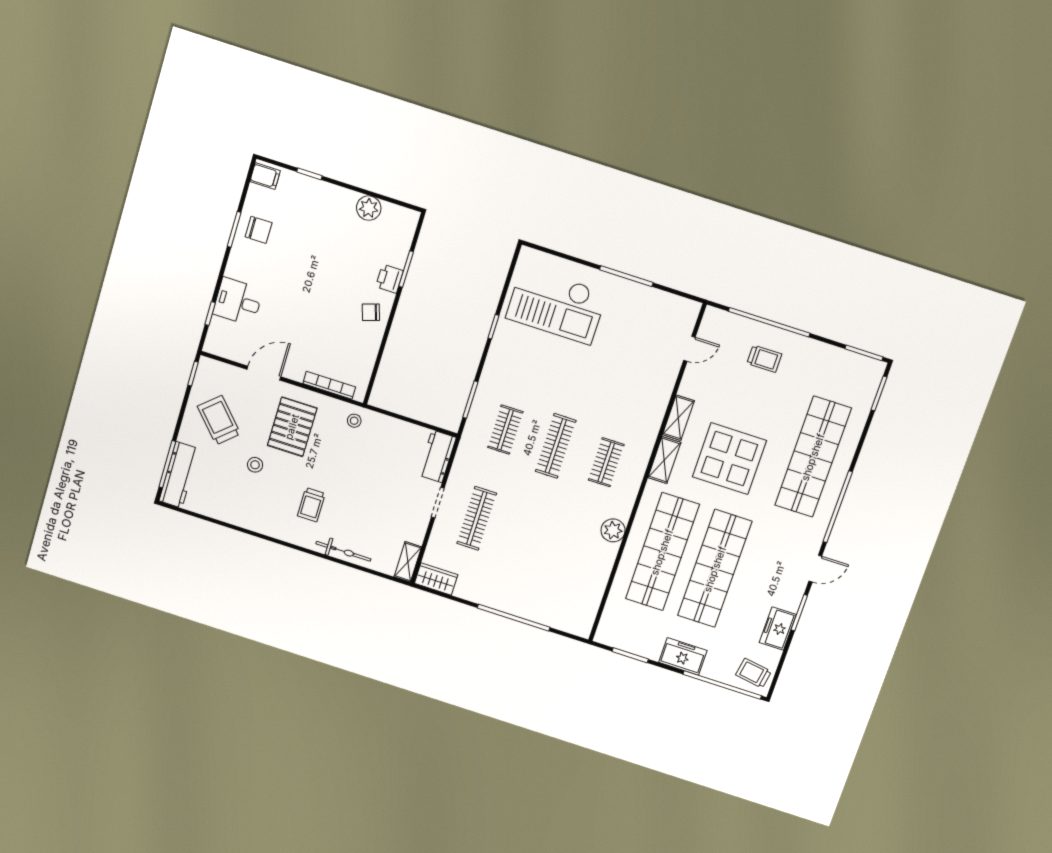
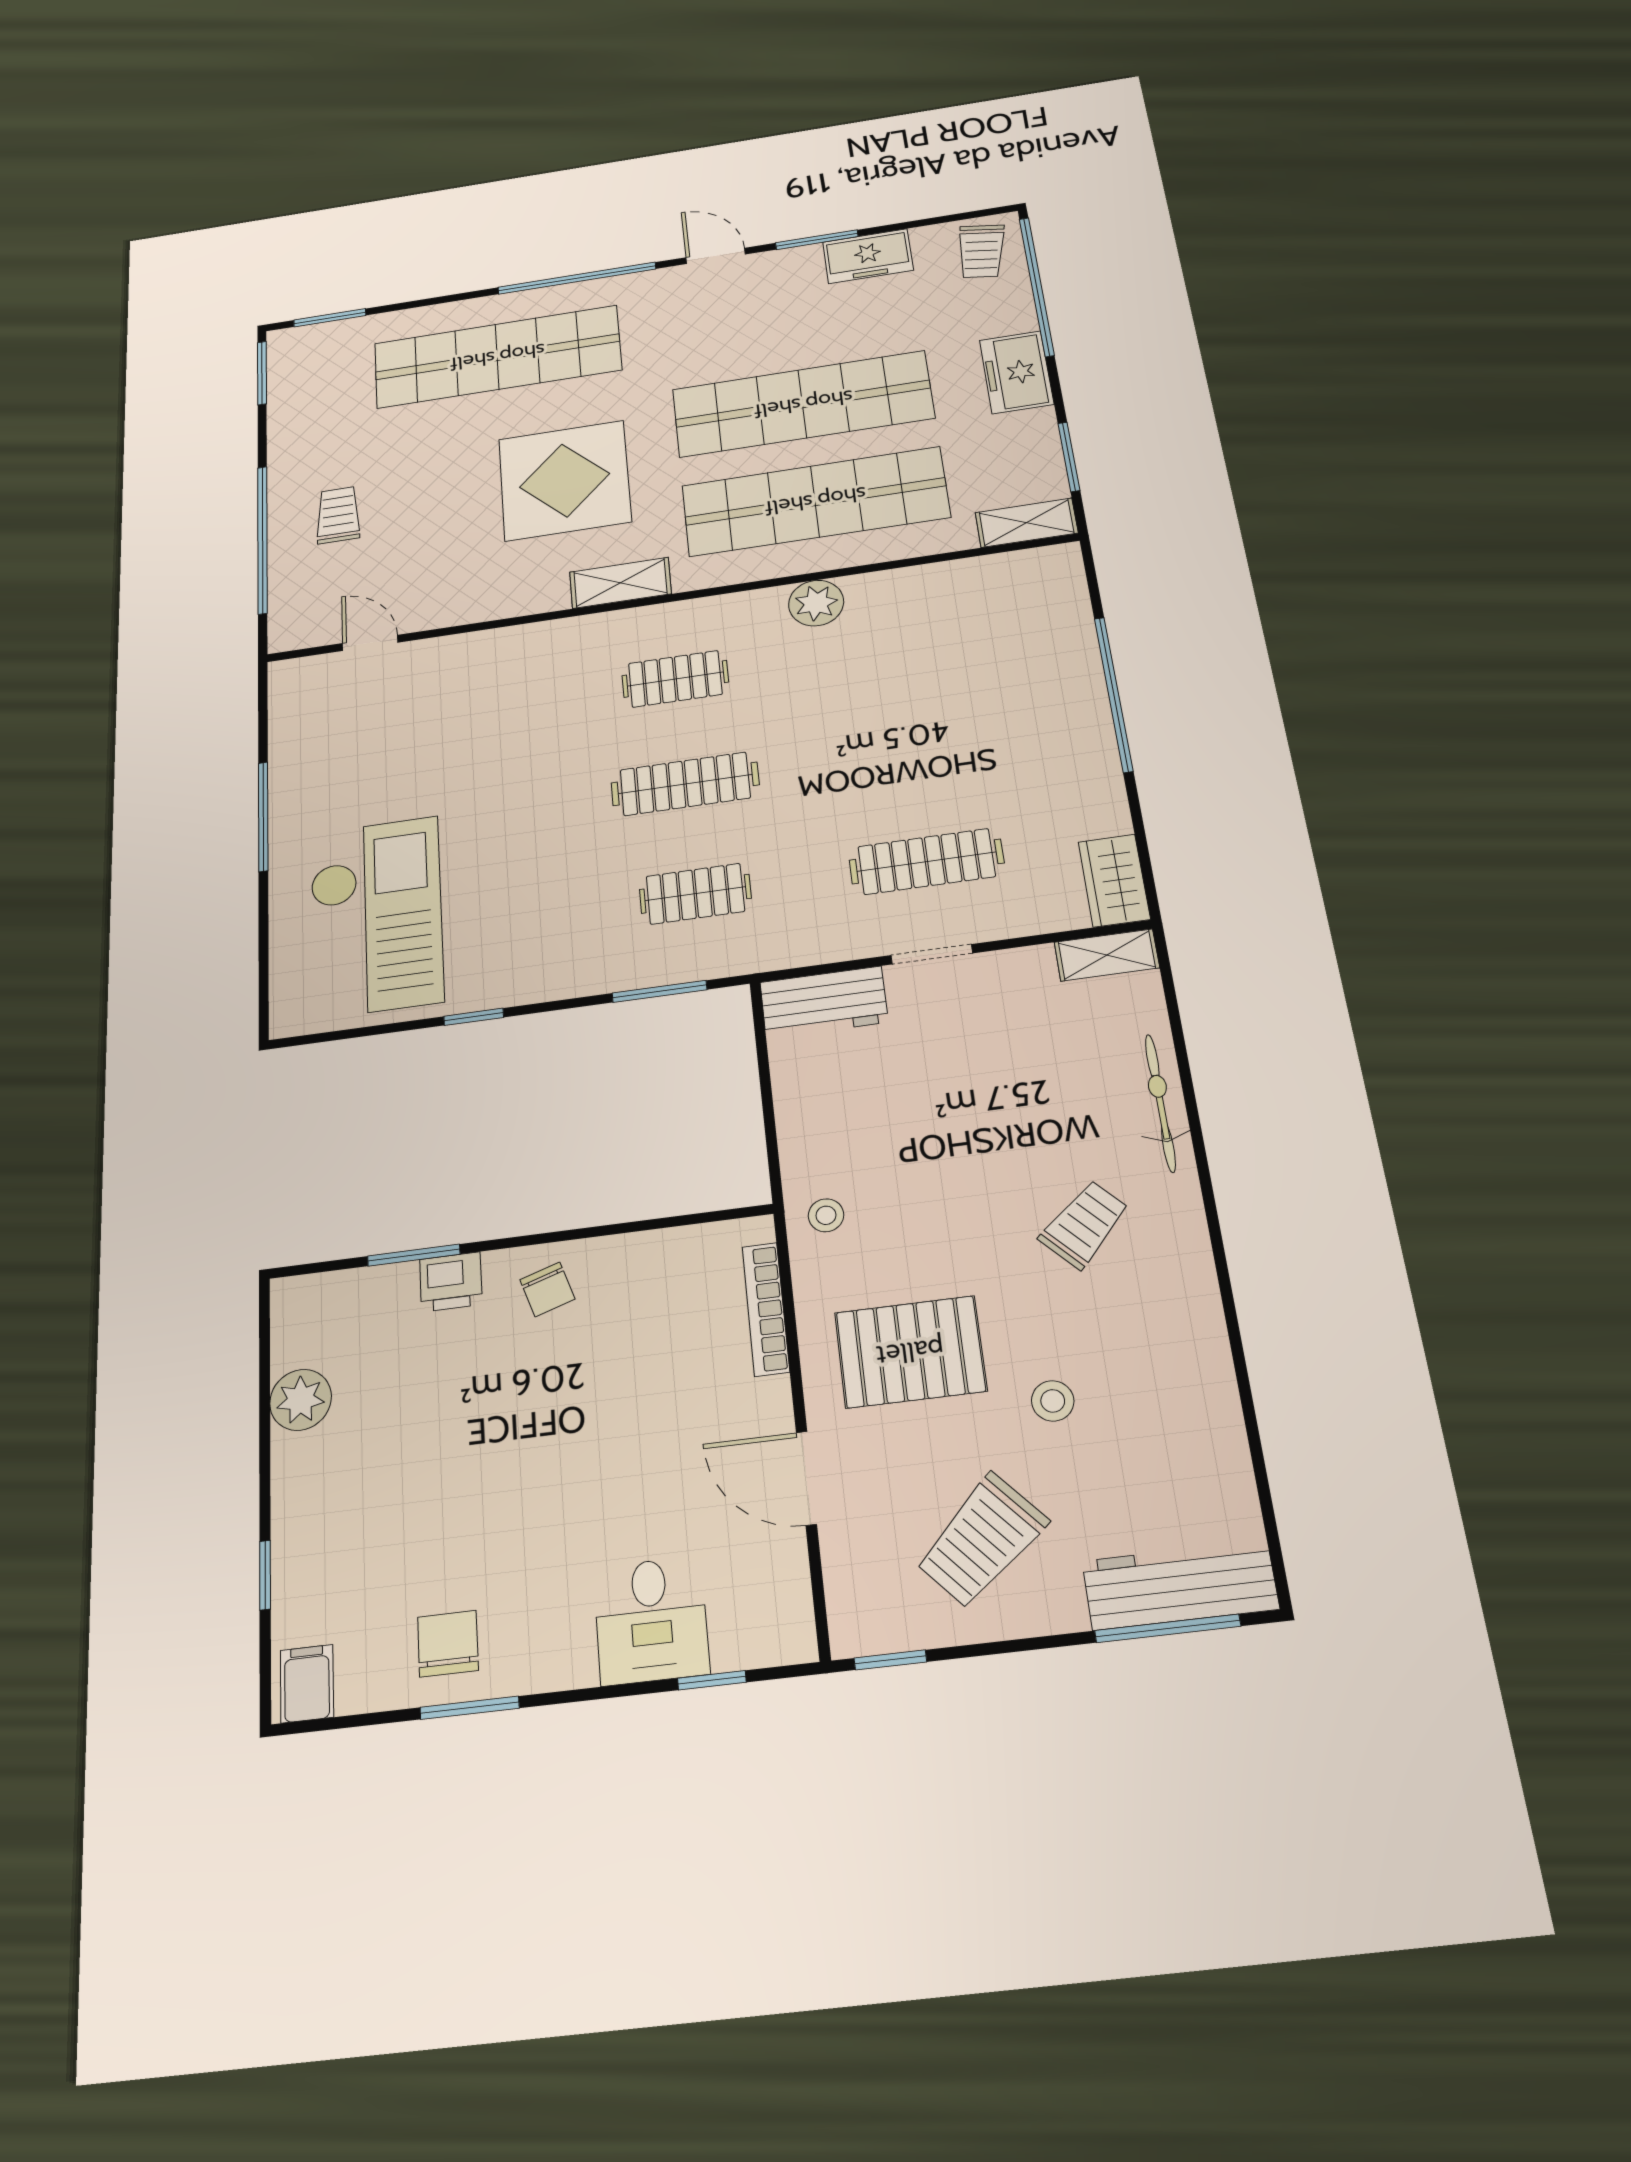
shelving: (678, 418) -> (1027, 523), moved
trolley: (311, 505) -> (1084, 1224), turned -44

